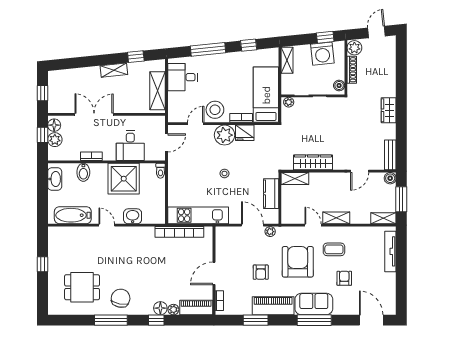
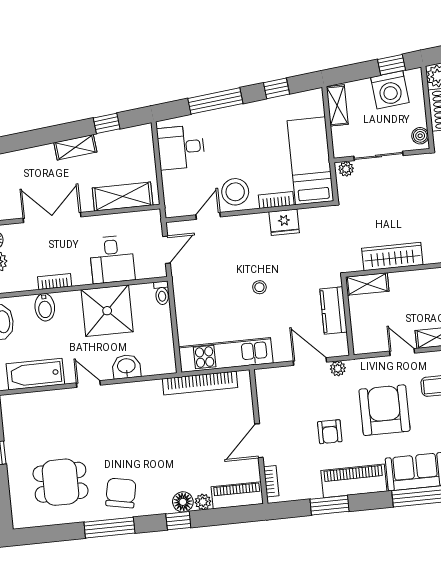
shelving: (157, 91) -> (123, 197), moved, turned 90
plant: (224, 135) -> (254, 229), removed

